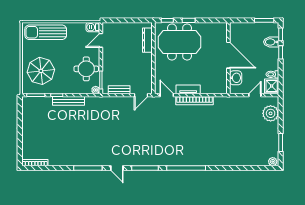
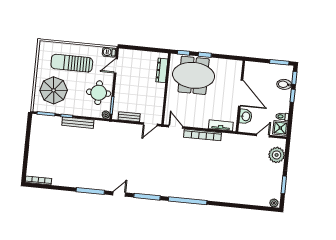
sun lounger: (46, 32) -> (72, 63), moved
tv unit: (188, 89) -> (221, 125), moved
door: (117, 168) -> (119, 194), swing flipped

